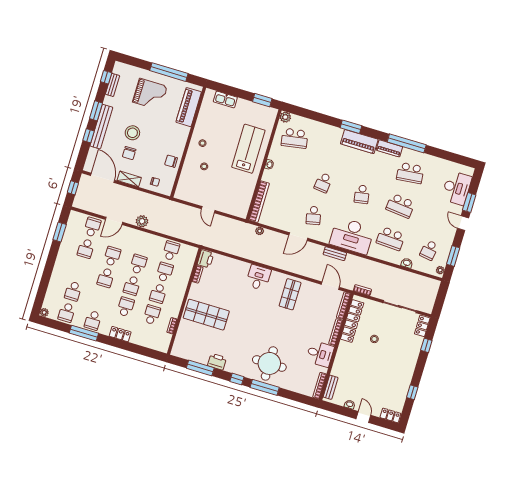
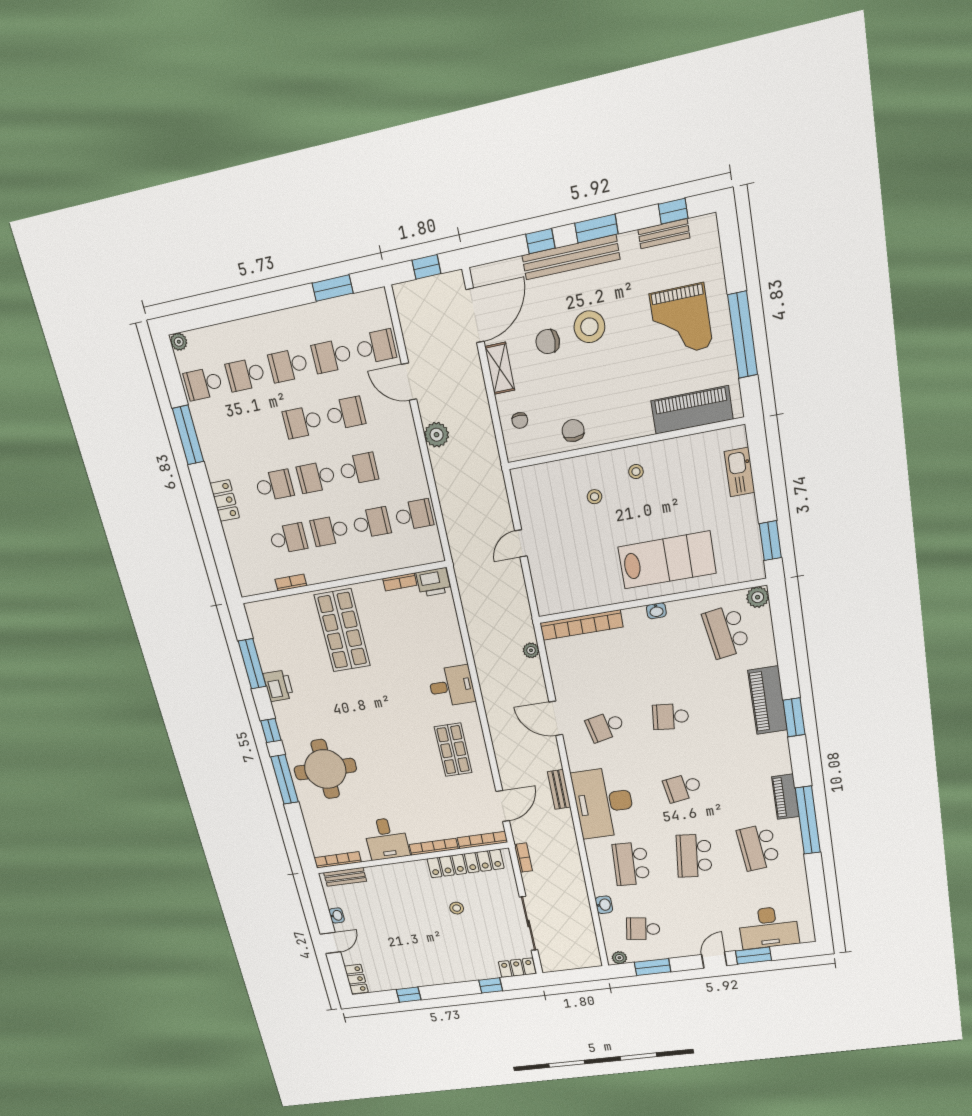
piano: (359, 142) -> (768, 700), moved
shop shelf: (290, 294) -> (453, 750), turned 90
school desk: (93, 320) -> (288, 365), moved

